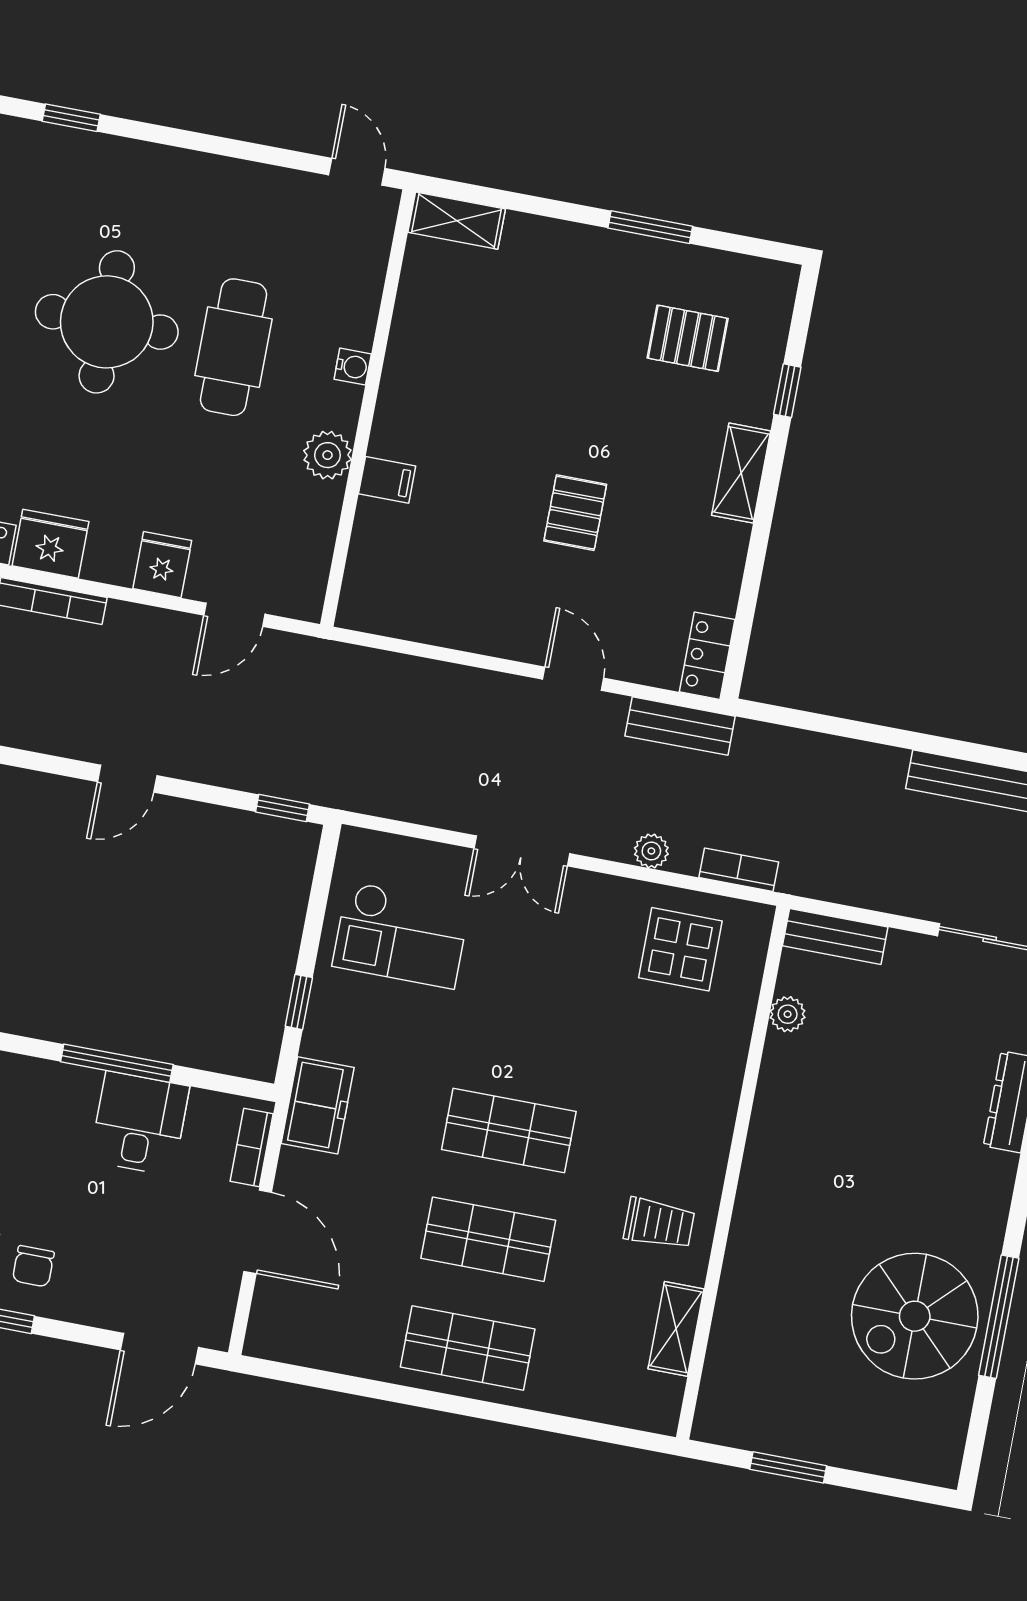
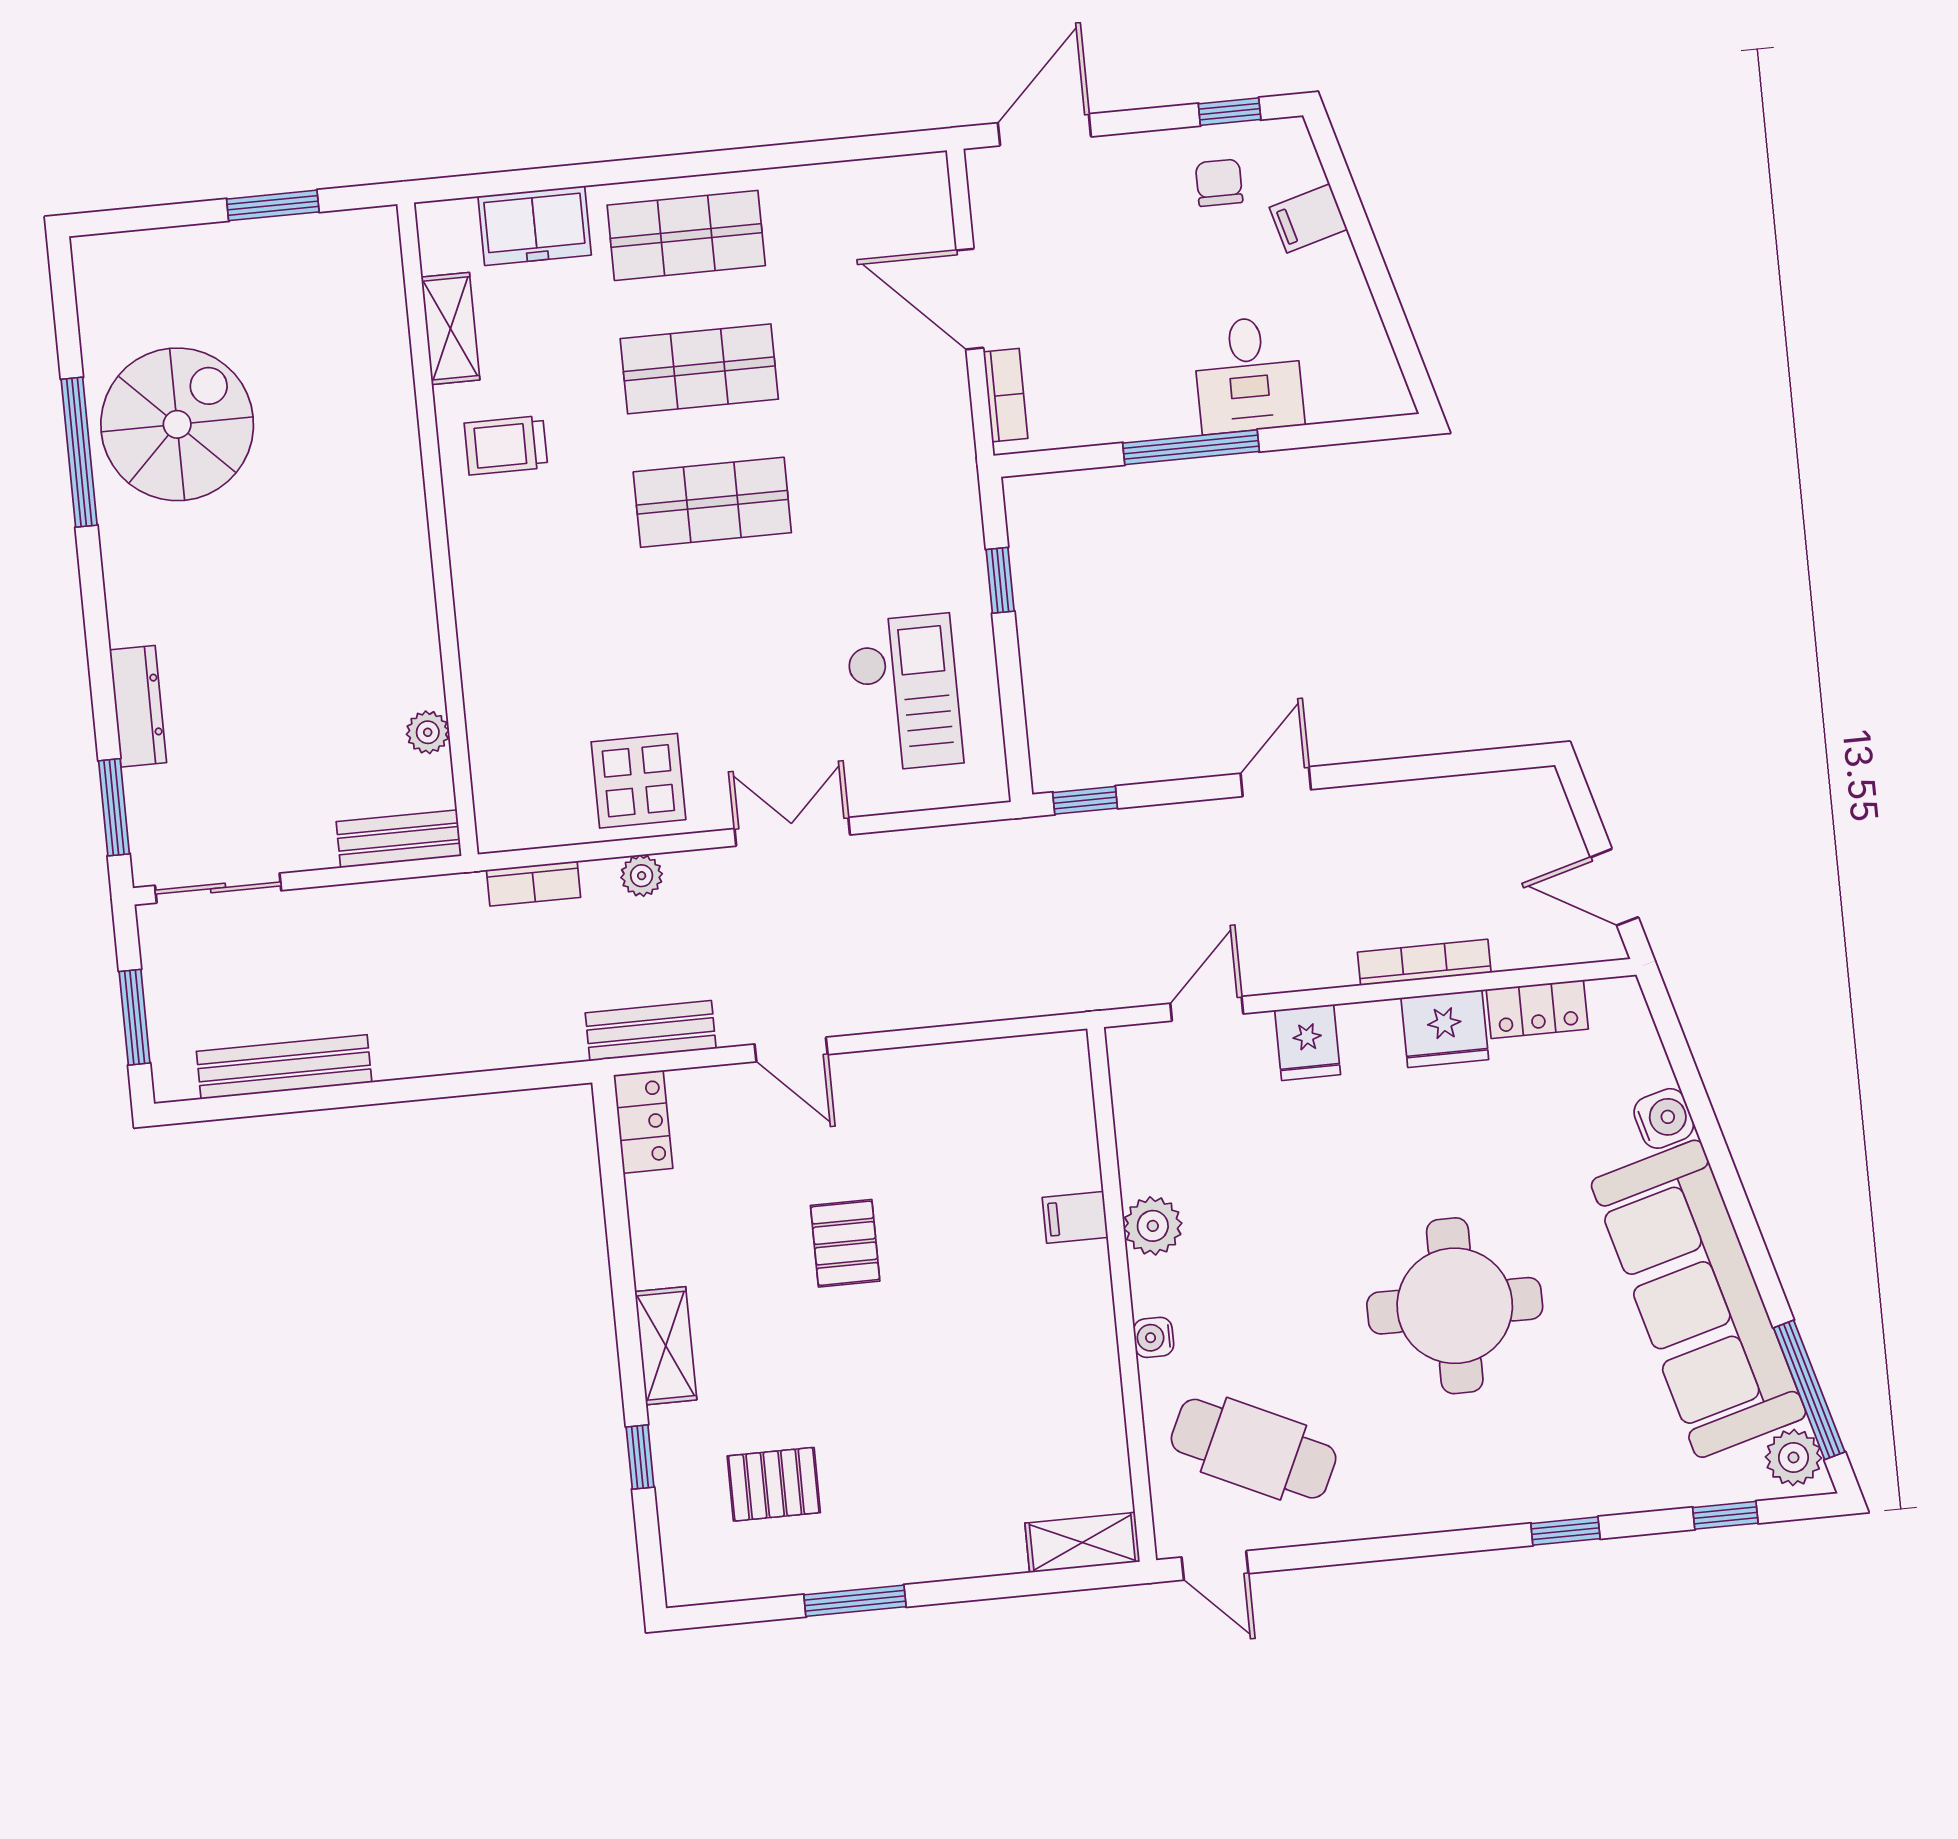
cafe table: (234, 347) -> (1254, 1449), moved, turned -65
checkout: (401, 935) -> (904, 693), turned 90
display table: (680, 949) -> (638, 781), moved
freezer: (318, 1105) -> (535, 226), moved, turned -90
desk: (139, 1123) -> (1248, 375), moved

